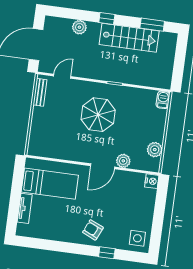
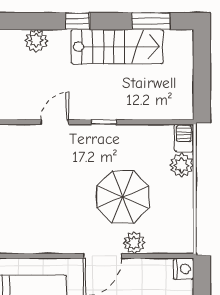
door: (62, 76) -> (55, 122), moved
parasol: (98, 115) -> (123, 197), moved
plant: (155, 150) -> (181, 165), moved

